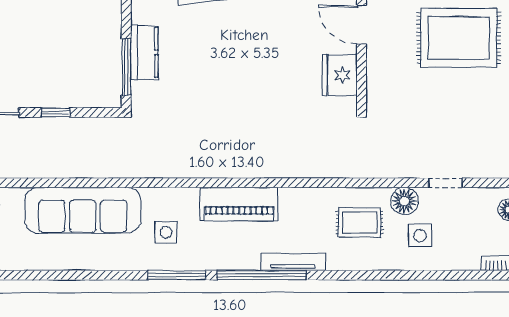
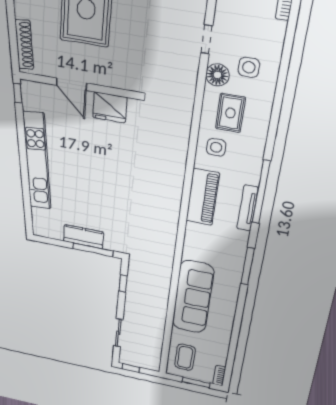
door: (362, 25) -> (71, 84), hinge flipped
window: (56, 112) -> (123, 283), moved
side table: (166, 232) -> (216, 147), moved
tv unit: (293, 262) -> (247, 208), moved
window: (177, 275) -> (248, 266), moved

